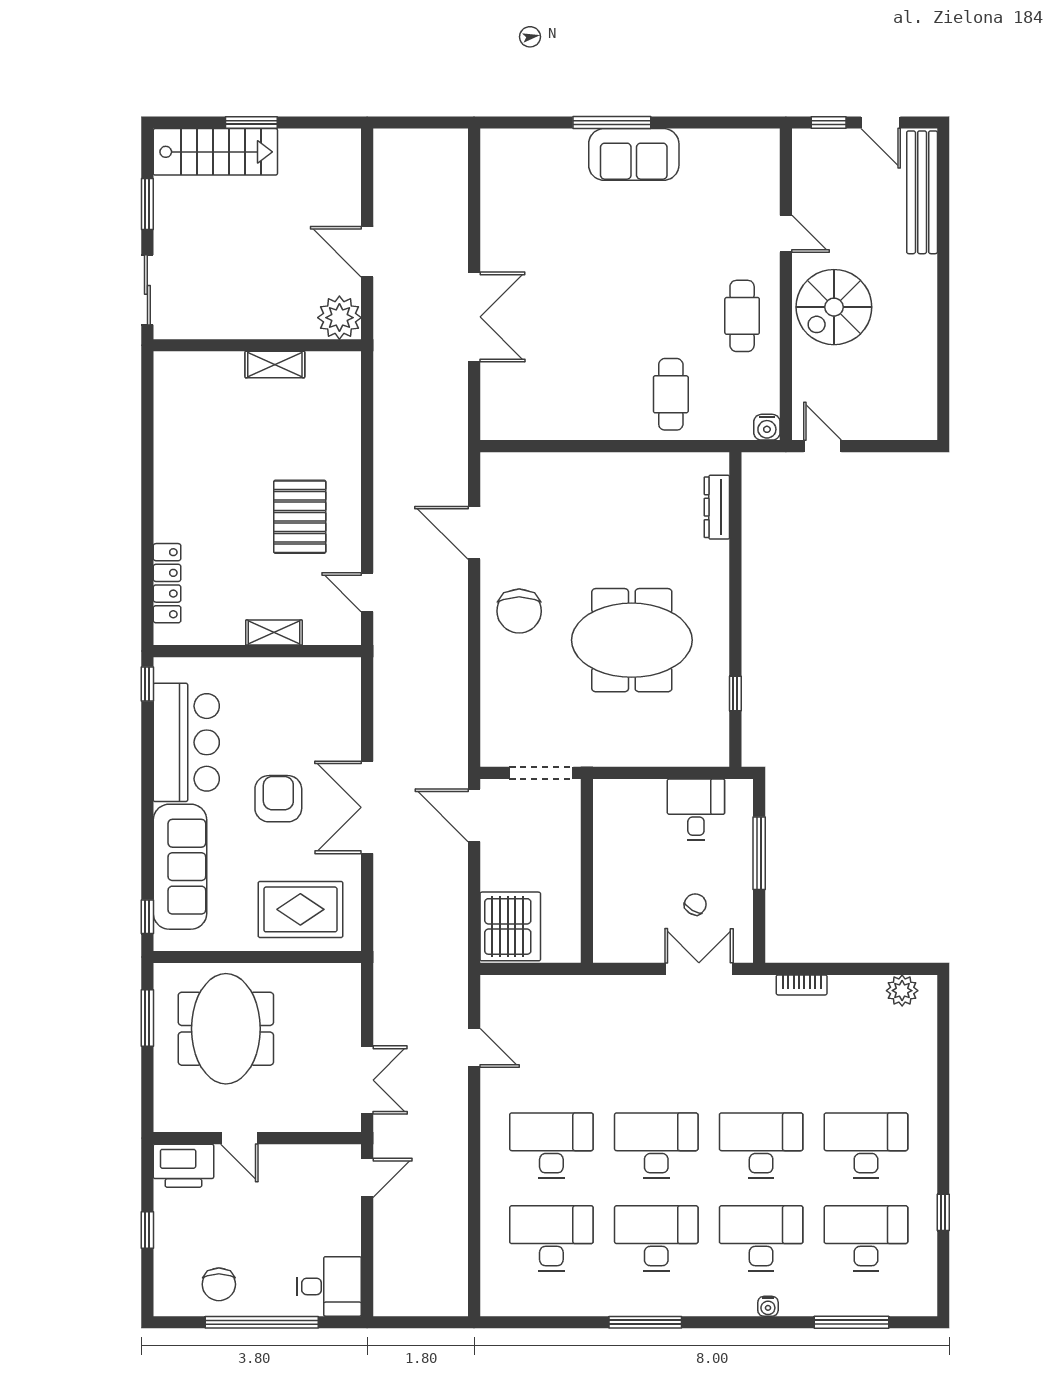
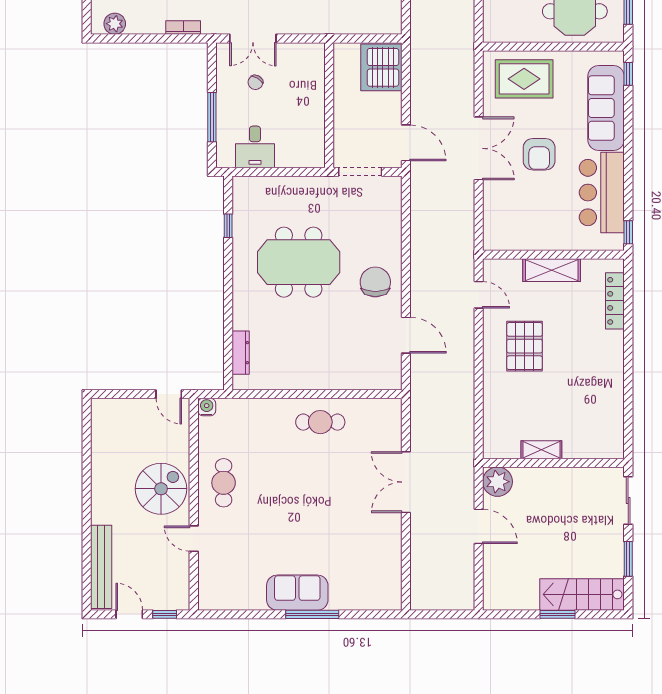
cafe table: (671, 394) -> (320, 422), moved, turned 90
shelving: (274, 632) -> (552, 270), width x1.50, depth x1.33

